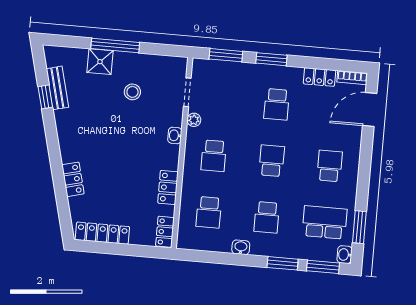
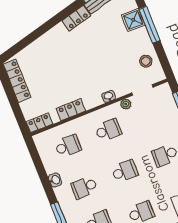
stool: (132, 92) -> (146, 61), moved
school desk: (214, 156) -> (108, 130), turned 180
locker: (73, 179) -> (76, 18), moved
school desk: (209, 212) -> (68, 146), turned 180

